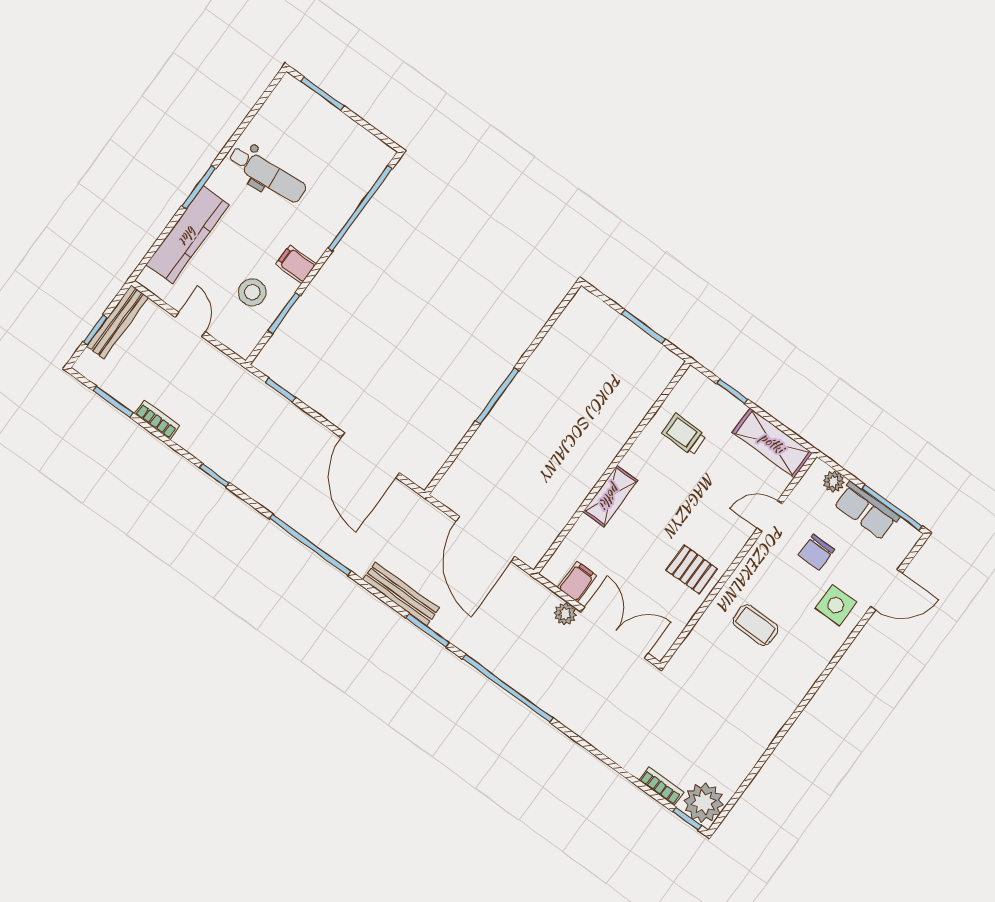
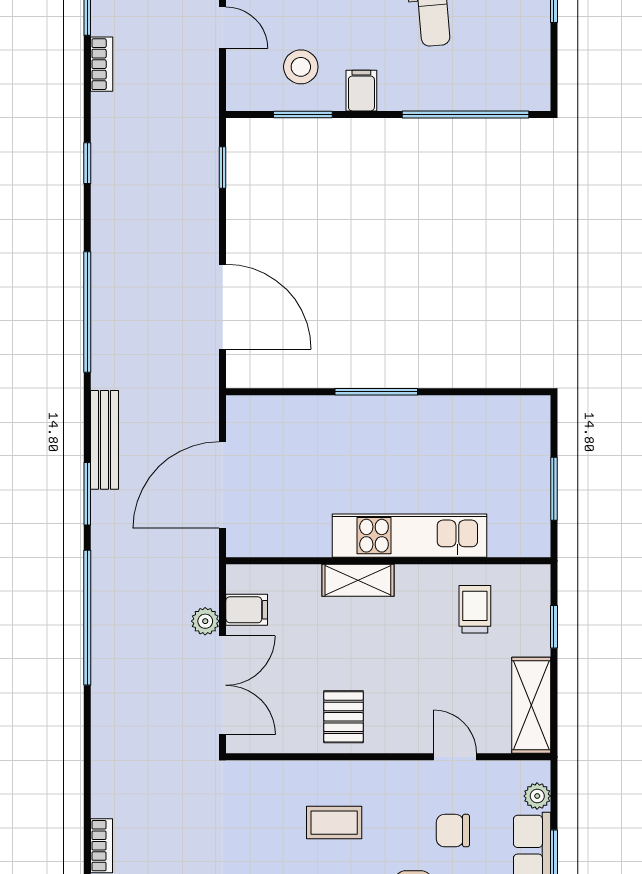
door: (190, 324) -> (223, 28), hinge flipped
kitchen unit: (606, 442) -> (409, 536), added
door: (370, 455) -> (223, 307), swing flipped
coffee table: (756, 625) -> (334, 823), turned 90

